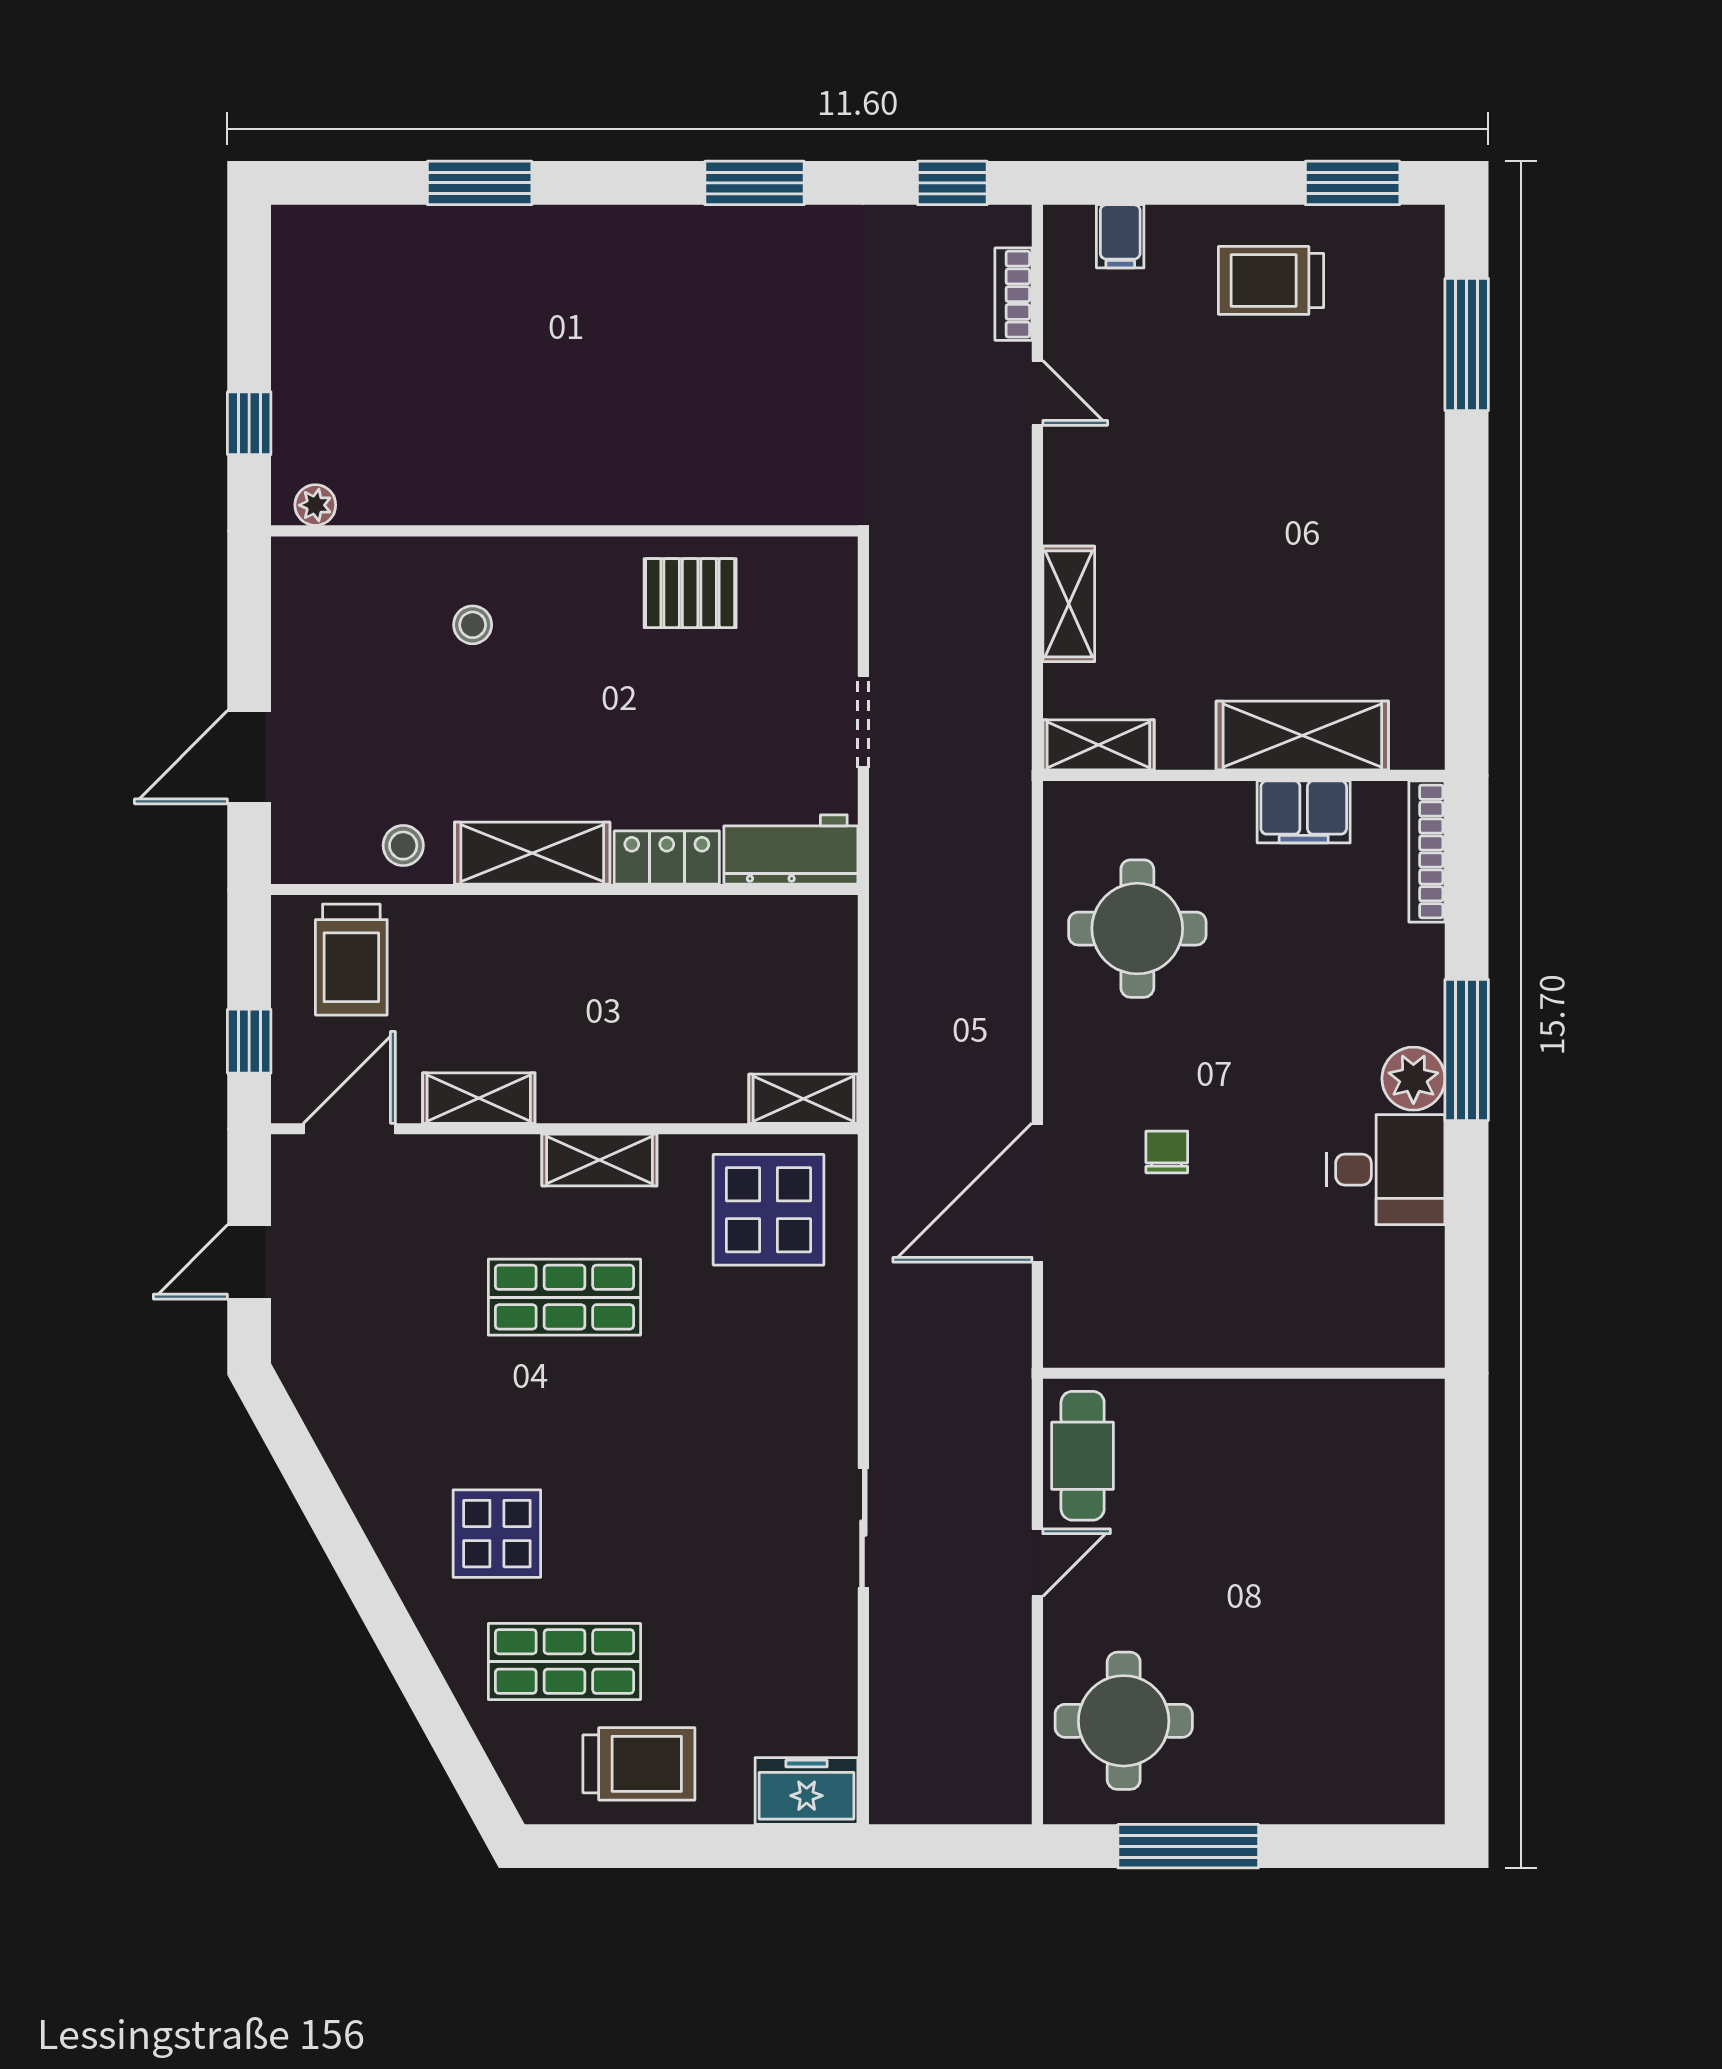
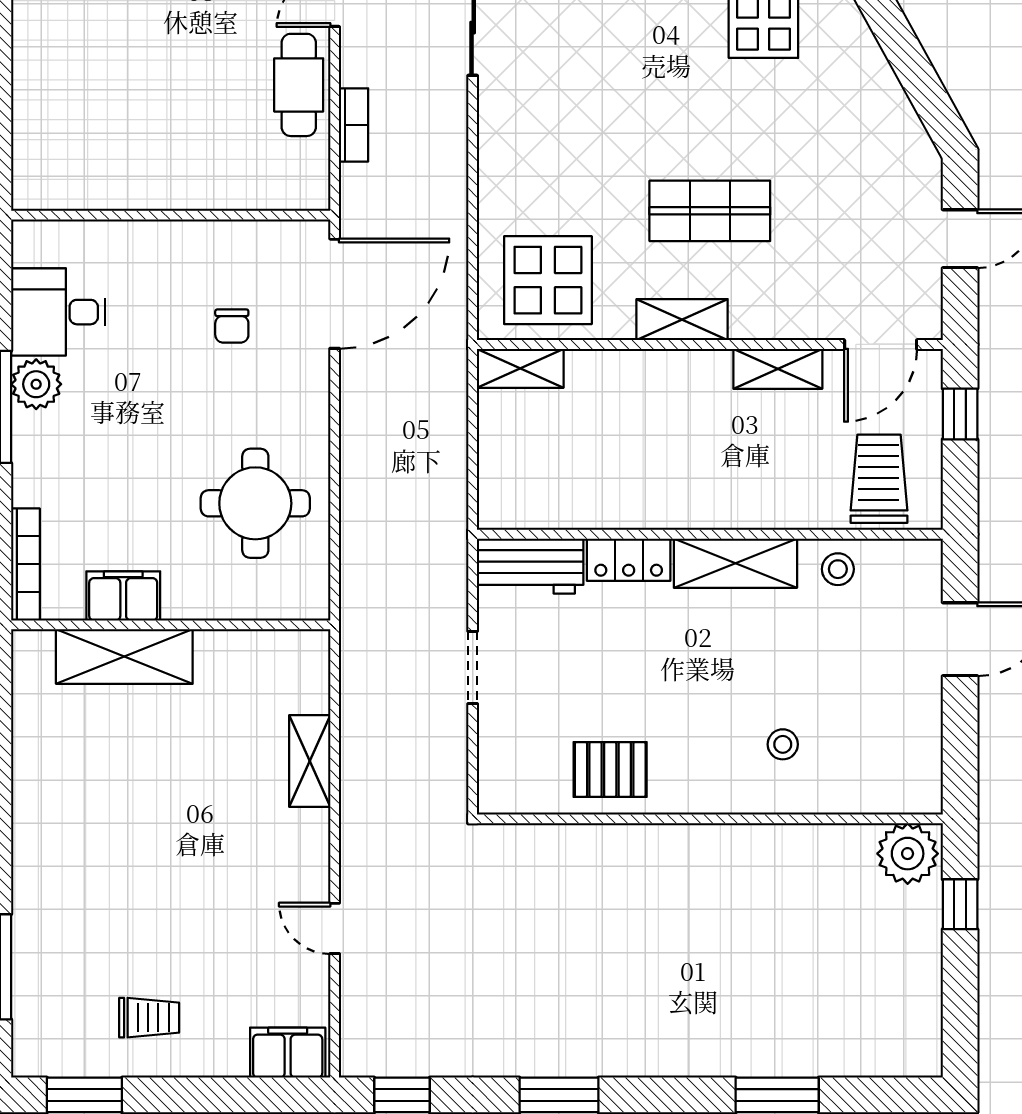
filing cabinet: (1120, 236) -> (288, 1053), width x2.00
trolley: (1271, 280) -> (149, 1018), width x0.73, depth x0.72
bookcase: (1013, 294) -> (354, 125), moved
plant: (315, 505) -> (908, 854), width x1.88, depth x1.88
shelving: (1098, 745) -> (286, 649), removed
wall: (1244, 1373) -> (171, 215), moved

